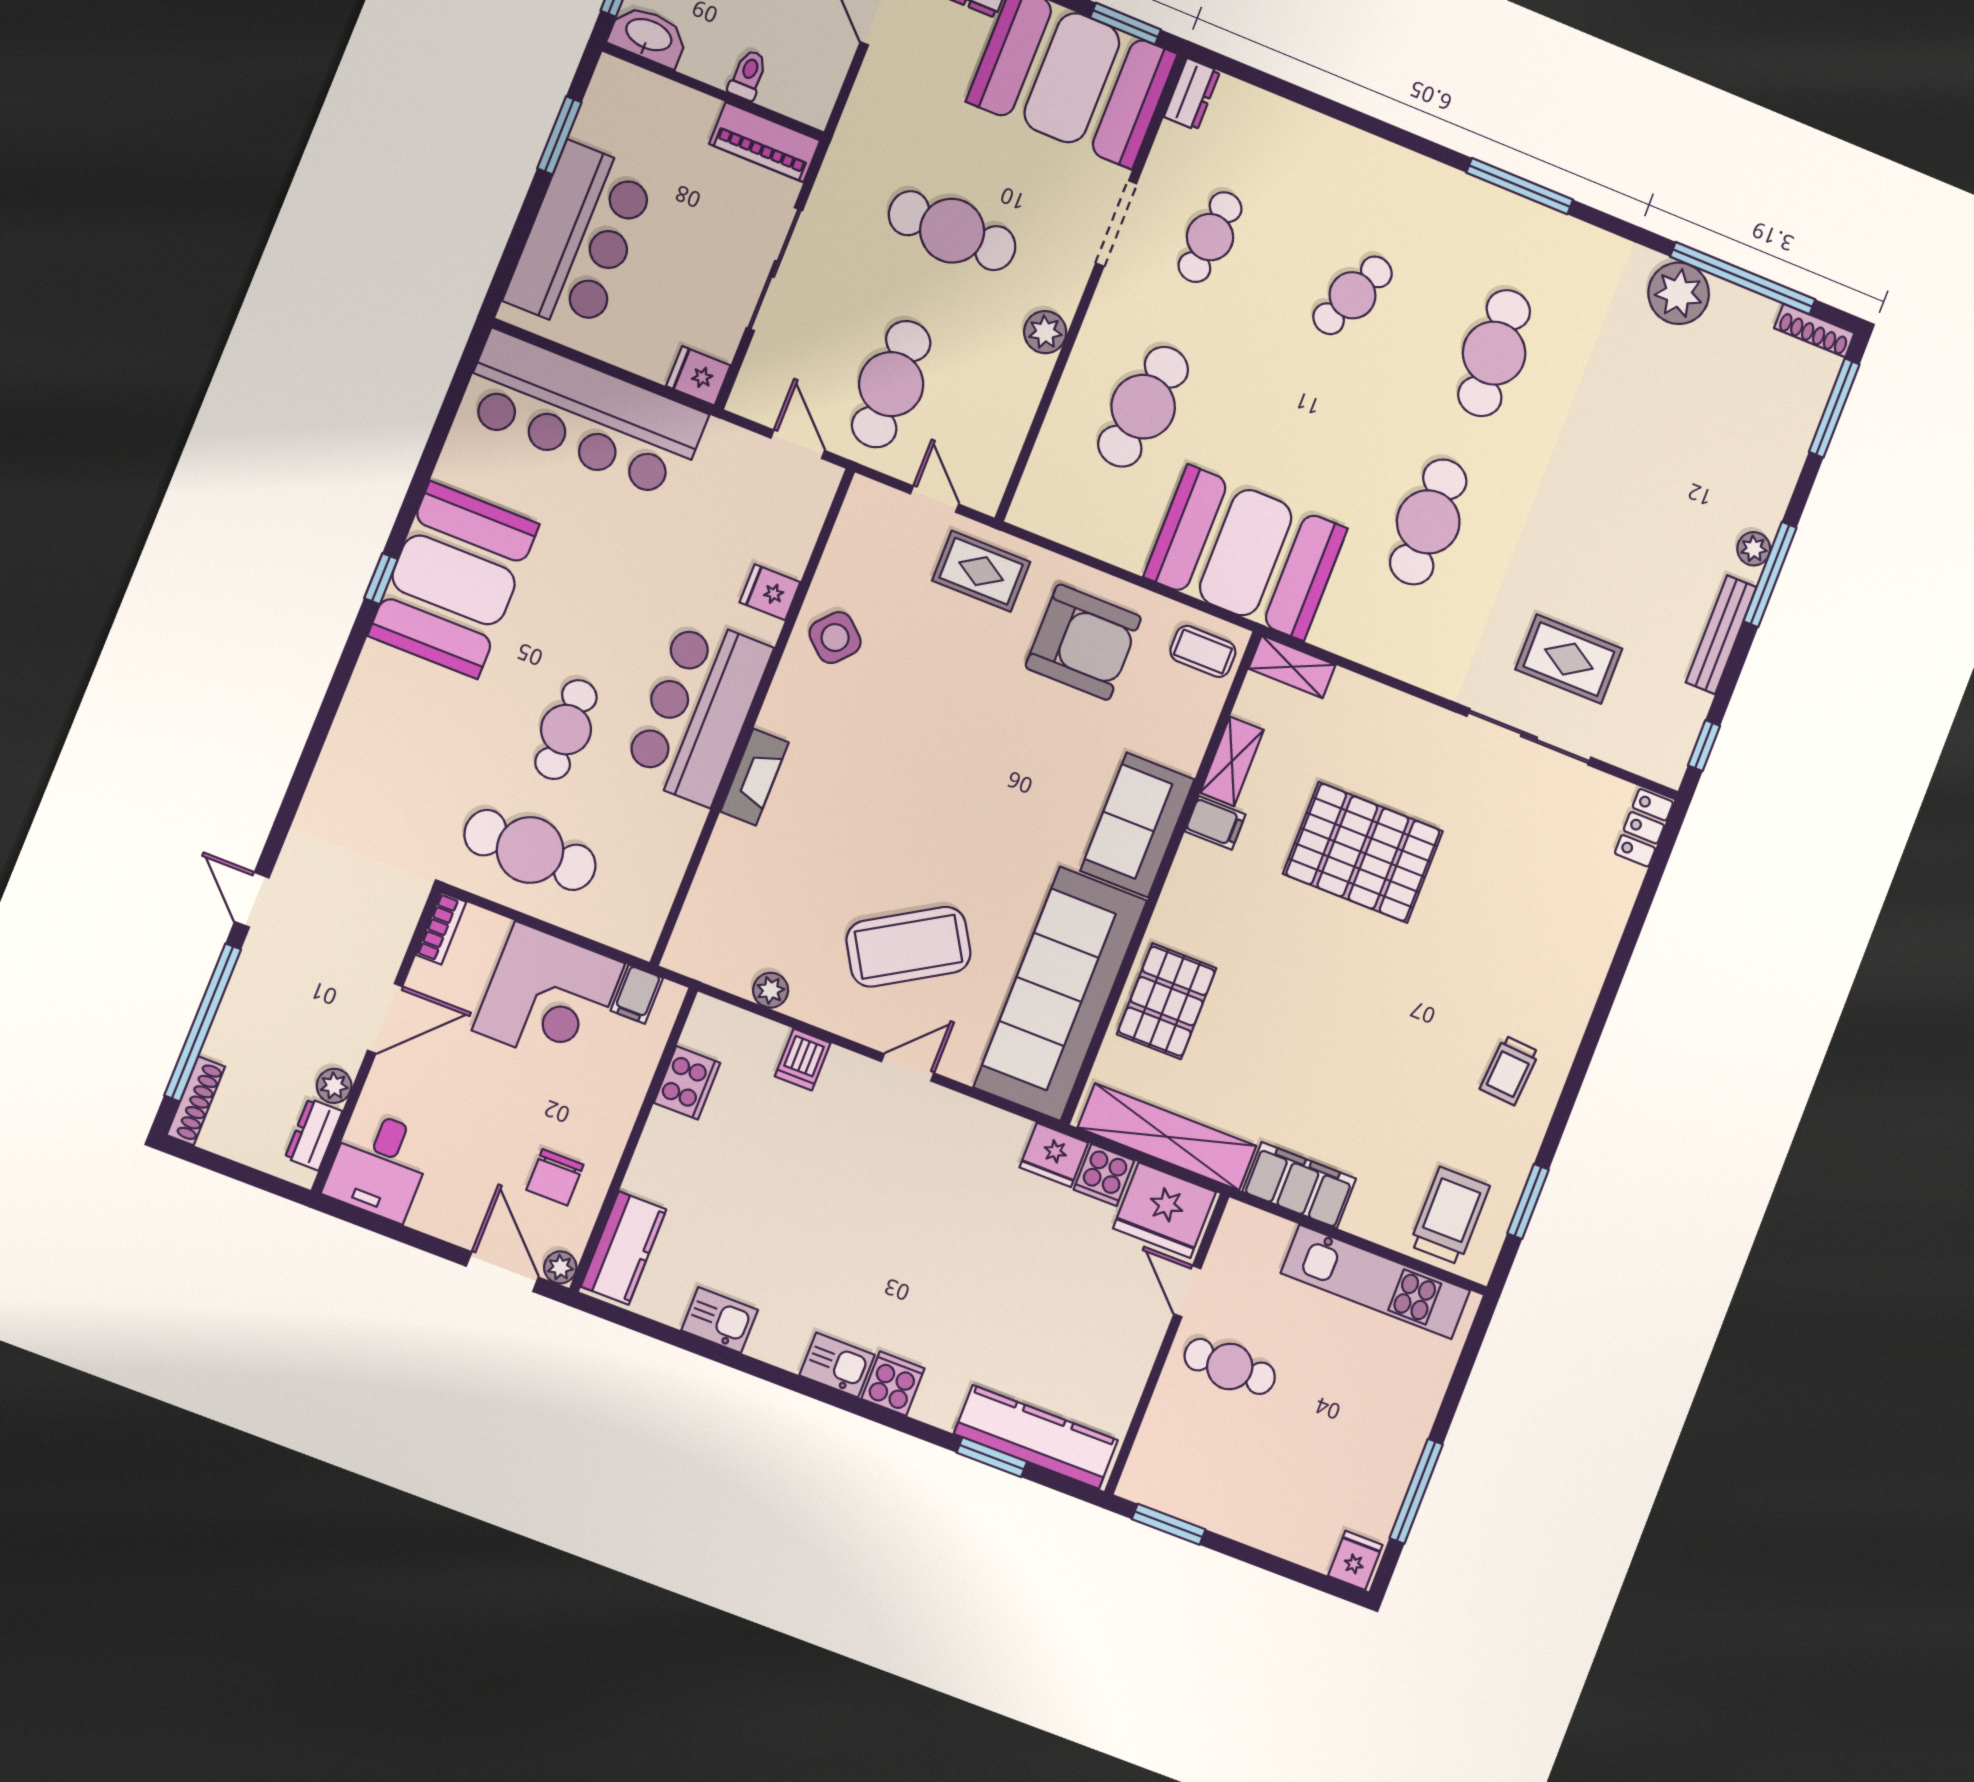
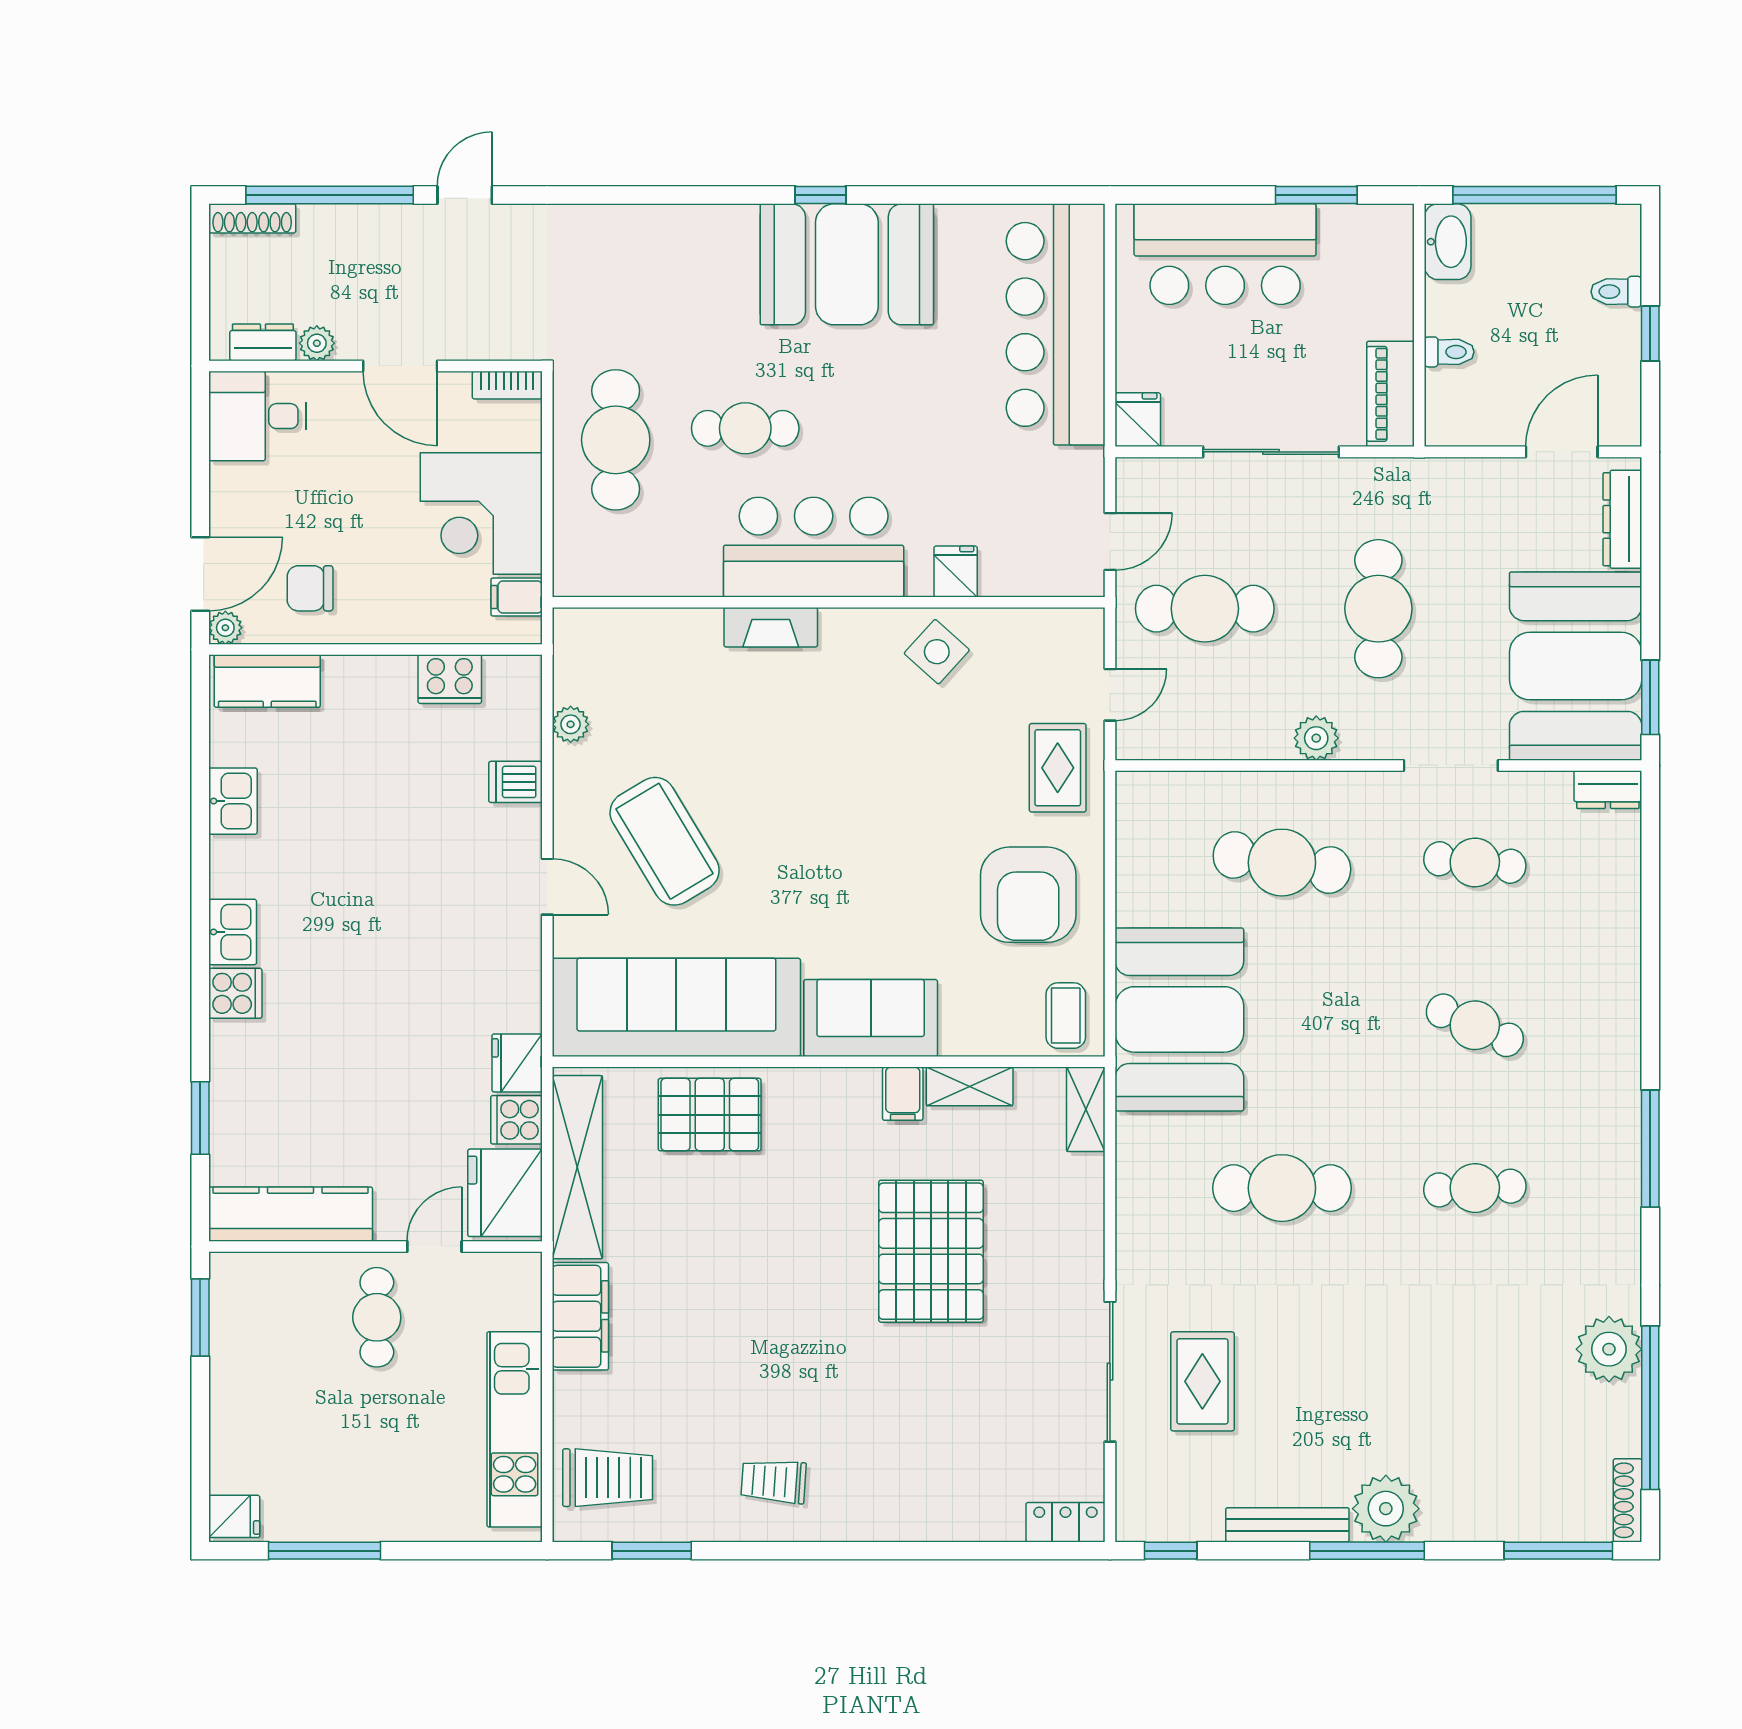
cafe table: (1494, 353) -> (1475, 1188), width x0.73, depth x0.74
plant: (1754, 549) -> (1386, 1509), width x1.88, depth x1.88
kitchen counter: (1036, 1437) -> (291, 1214), moved, turned -90

